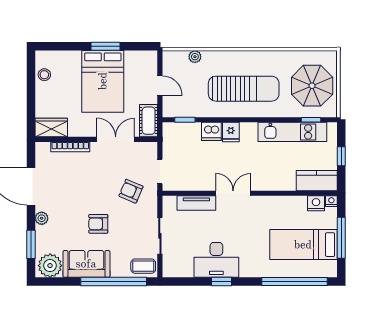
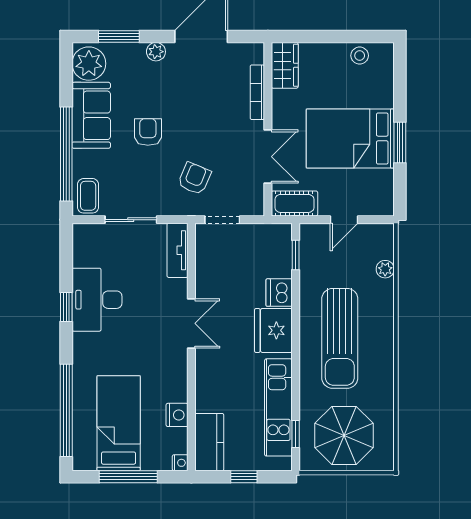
fridge: (231, 132) -> (273, 330), width x1.88, depth x1.34
tv unit: (196, 203) -> (177, 250), moved
nightstand: (316, 203) -> (177, 415), moved

